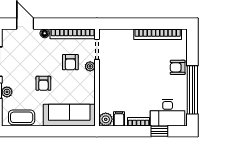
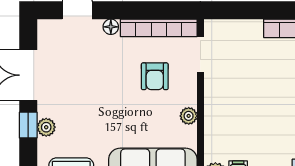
plant: (90, 66) -> (189, 116), moved
armchair: (43, 83) -> (109, 112), removed

